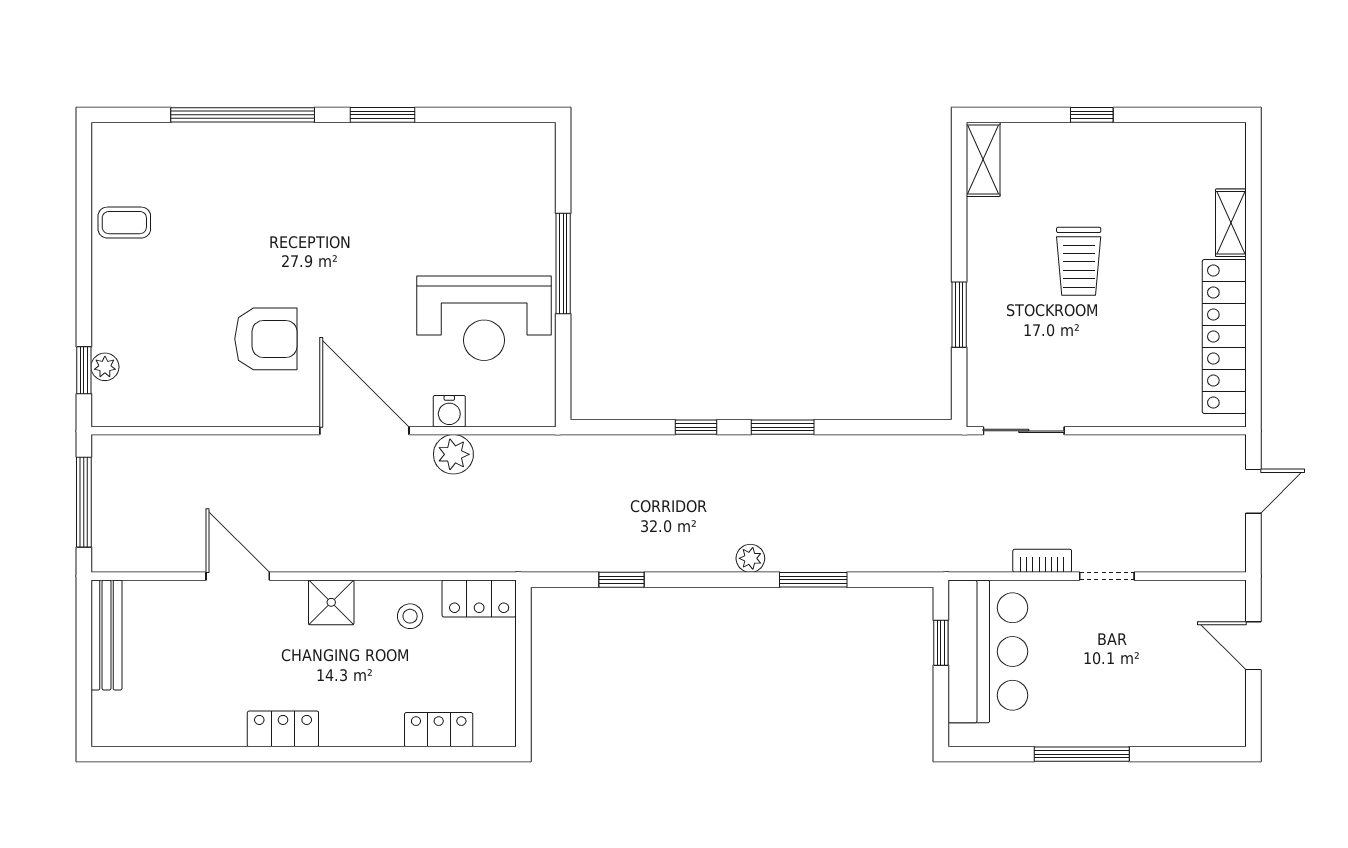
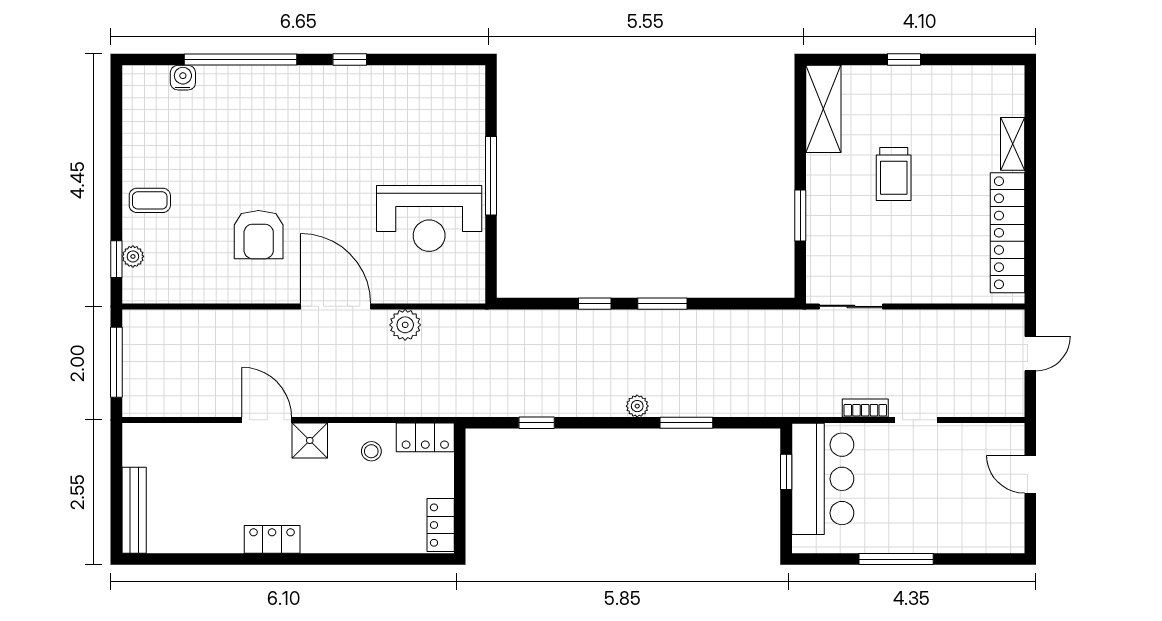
window: (382, 115) -> (350, 60), width x0.67
shelving: (983, 159) -> (823, 109), width x1.50, depth x1.33
coffee table: (124, 223) -> (150, 200), moved
armchair: (266, 339) -> (259, 235), turned 90
water cooler: (449, 411) -> (183, 78), moved, turned 180
door: (238, 576) -> (267, 420), moved
bench: (106, 635) -> (134, 510), moved
locker: (439, 730) -> (441, 525), moved, turned -90

